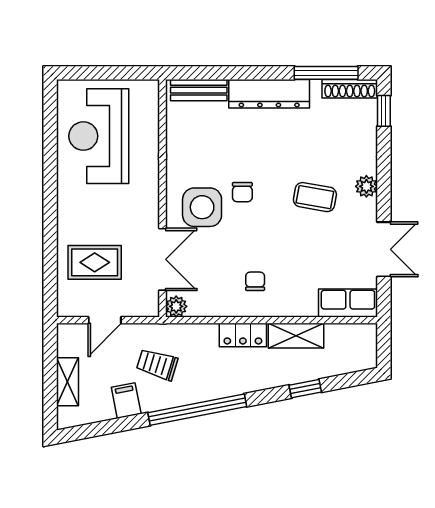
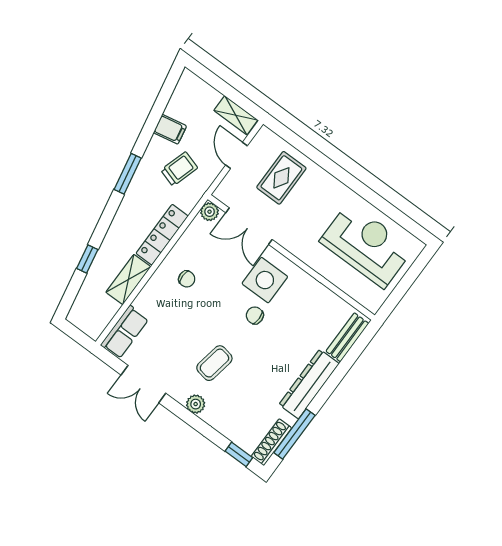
locker: (243, 335) -> (162, 235), width x1.53
shelving: (68, 382) -> (236, 115), moved
window: (197, 410) -> (128, 174), width x0.47

